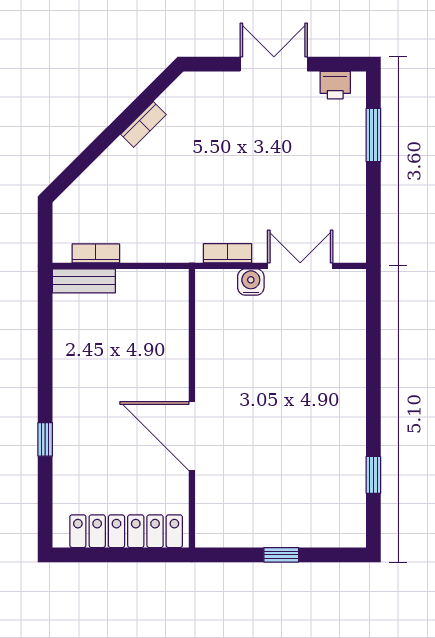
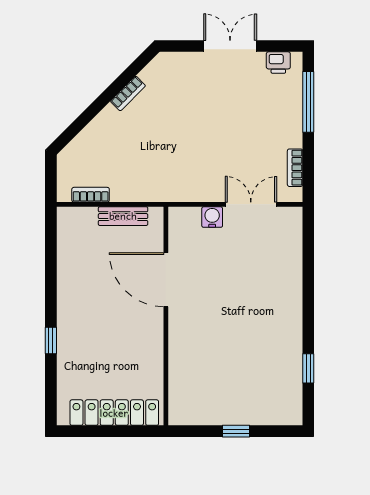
window: (373, 135) -> (308, 102), width x1.44
bookcase: (227, 253) -> (295, 168), moved, turned -90
bench: (84, 281) -> (123, 216), moved
door: (192, 436) -> (166, 280), moved

